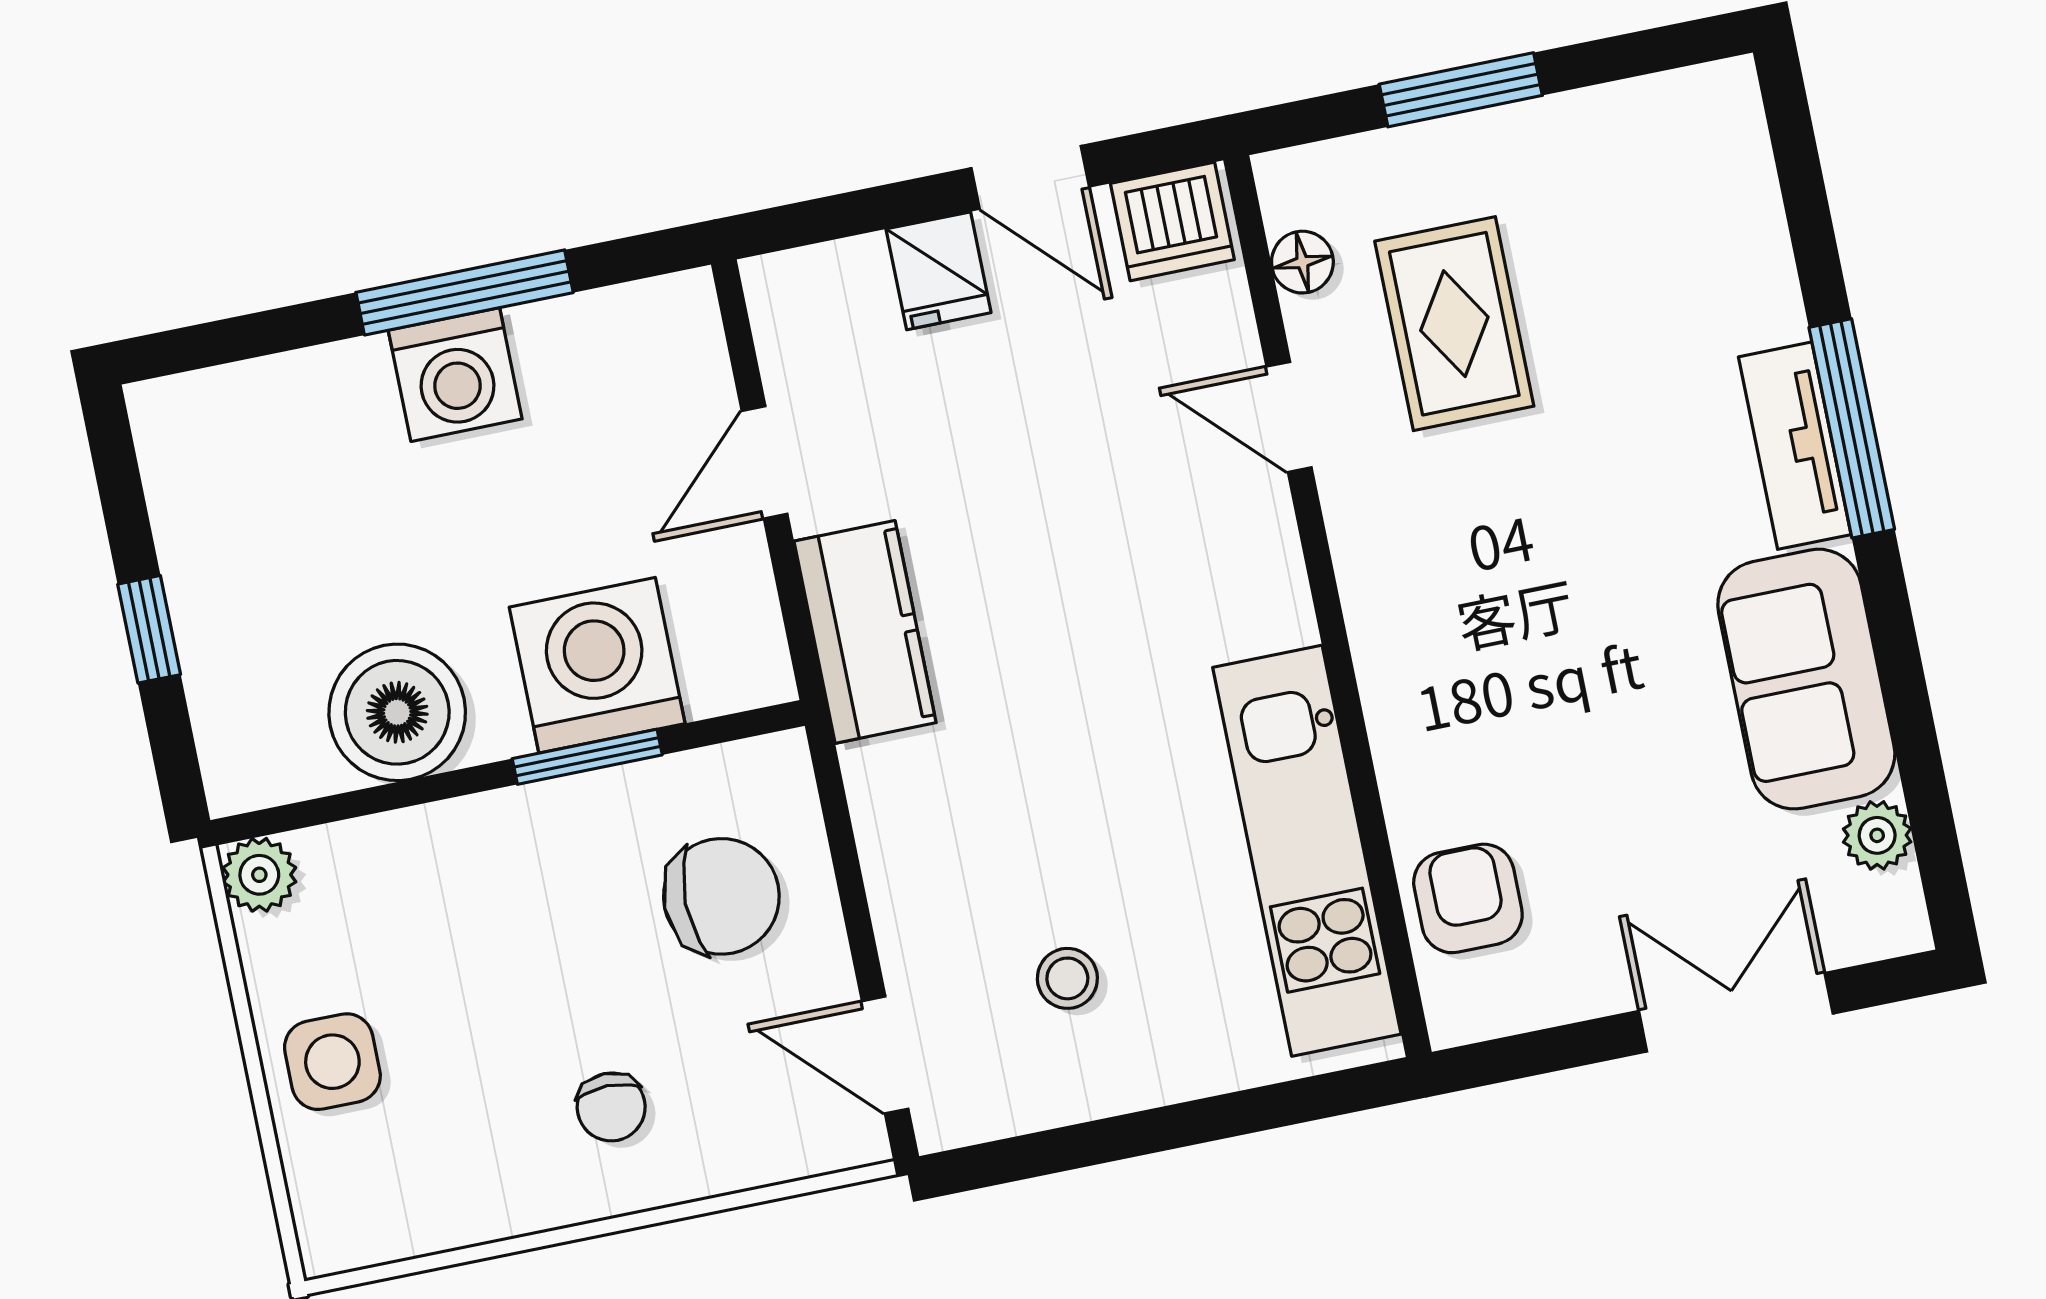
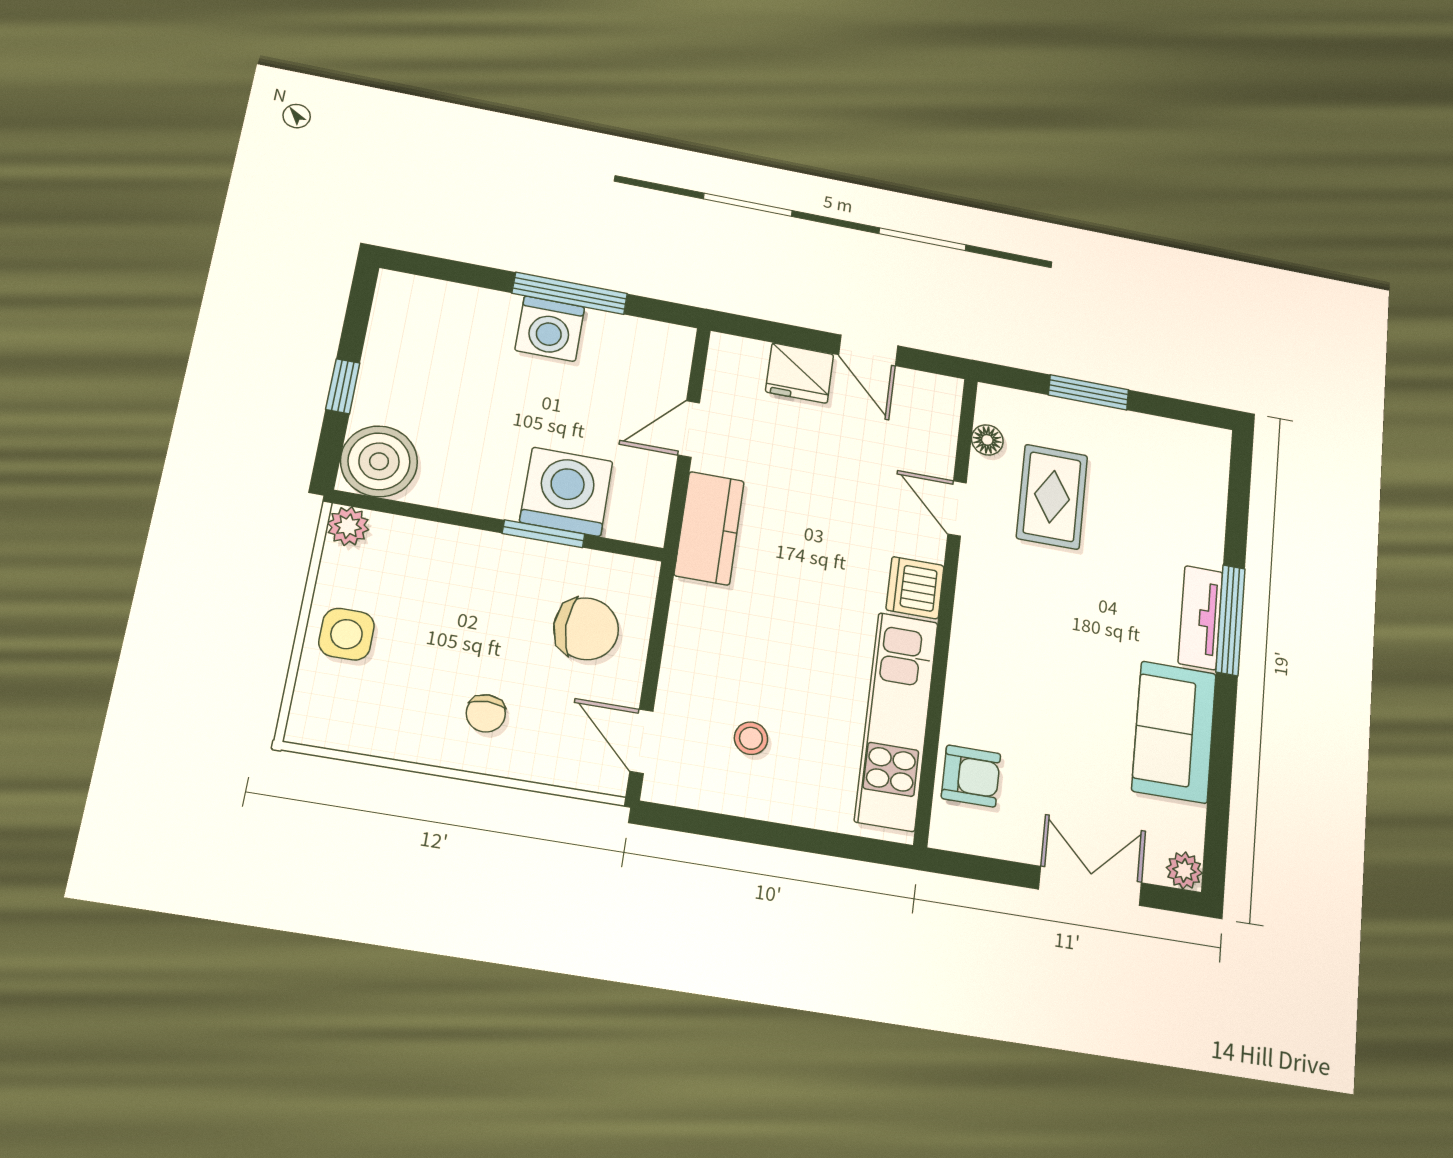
dishwasher: (1172, 221) -> (915, 588), moved, turned 90
fridge: (939, 271) -> (800, 373), width x1.38
boiler: (397, 712) -> (379, 461), moved
plant: (1877, 835) -> (1184, 870), moved
armchair: (1468, 898) -> (971, 776), turned 90

